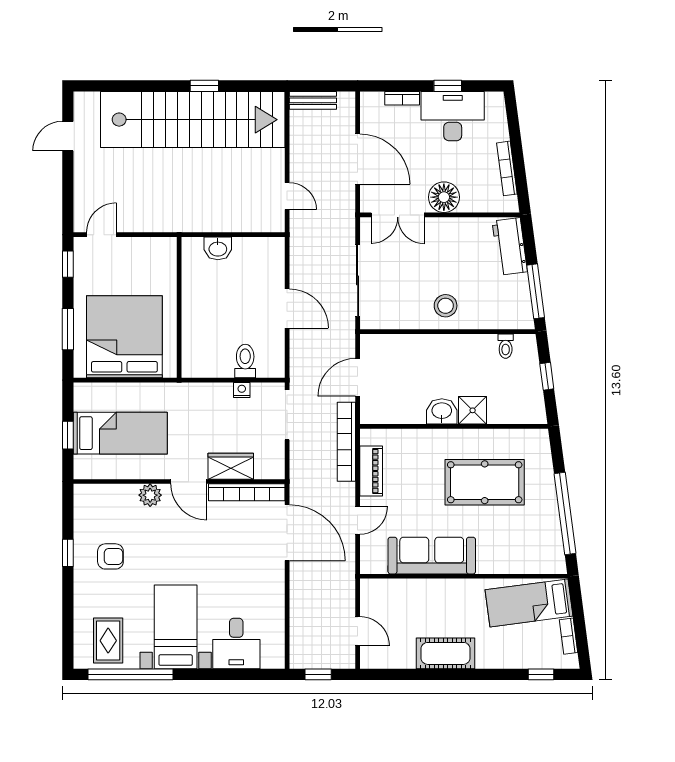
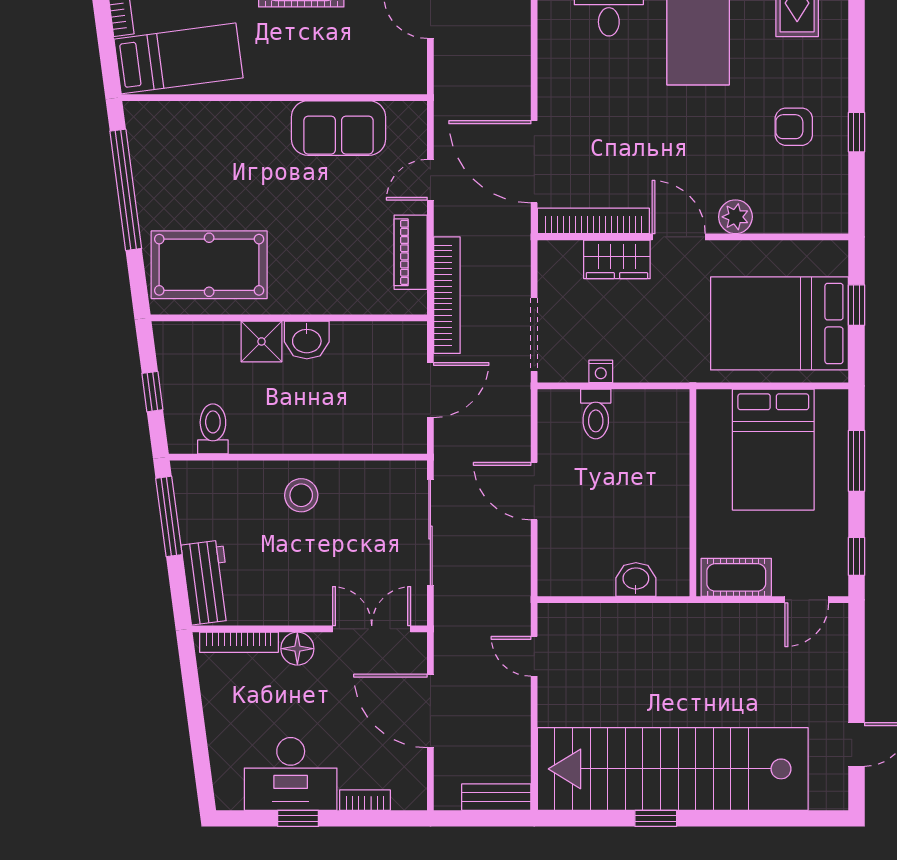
bookcase: (507, 168) -> (239, 642), moved, turned 98
floor lamp: (444, 197) -> (297, 649), width x0.73, depth x0.73
cot: (150, 250) -> (736, 577), added
bed: (124, 337) -> (773, 450), width x0.73
toilet: (506, 346) -> (213, 429), width x1.37, depth x1.39
bed: (120, 433) -> (779, 323), width x1.50
pool table: (485, 482) -> (209, 265), moved
sofa: (432, 556) -> (338, 128), width x0.73

